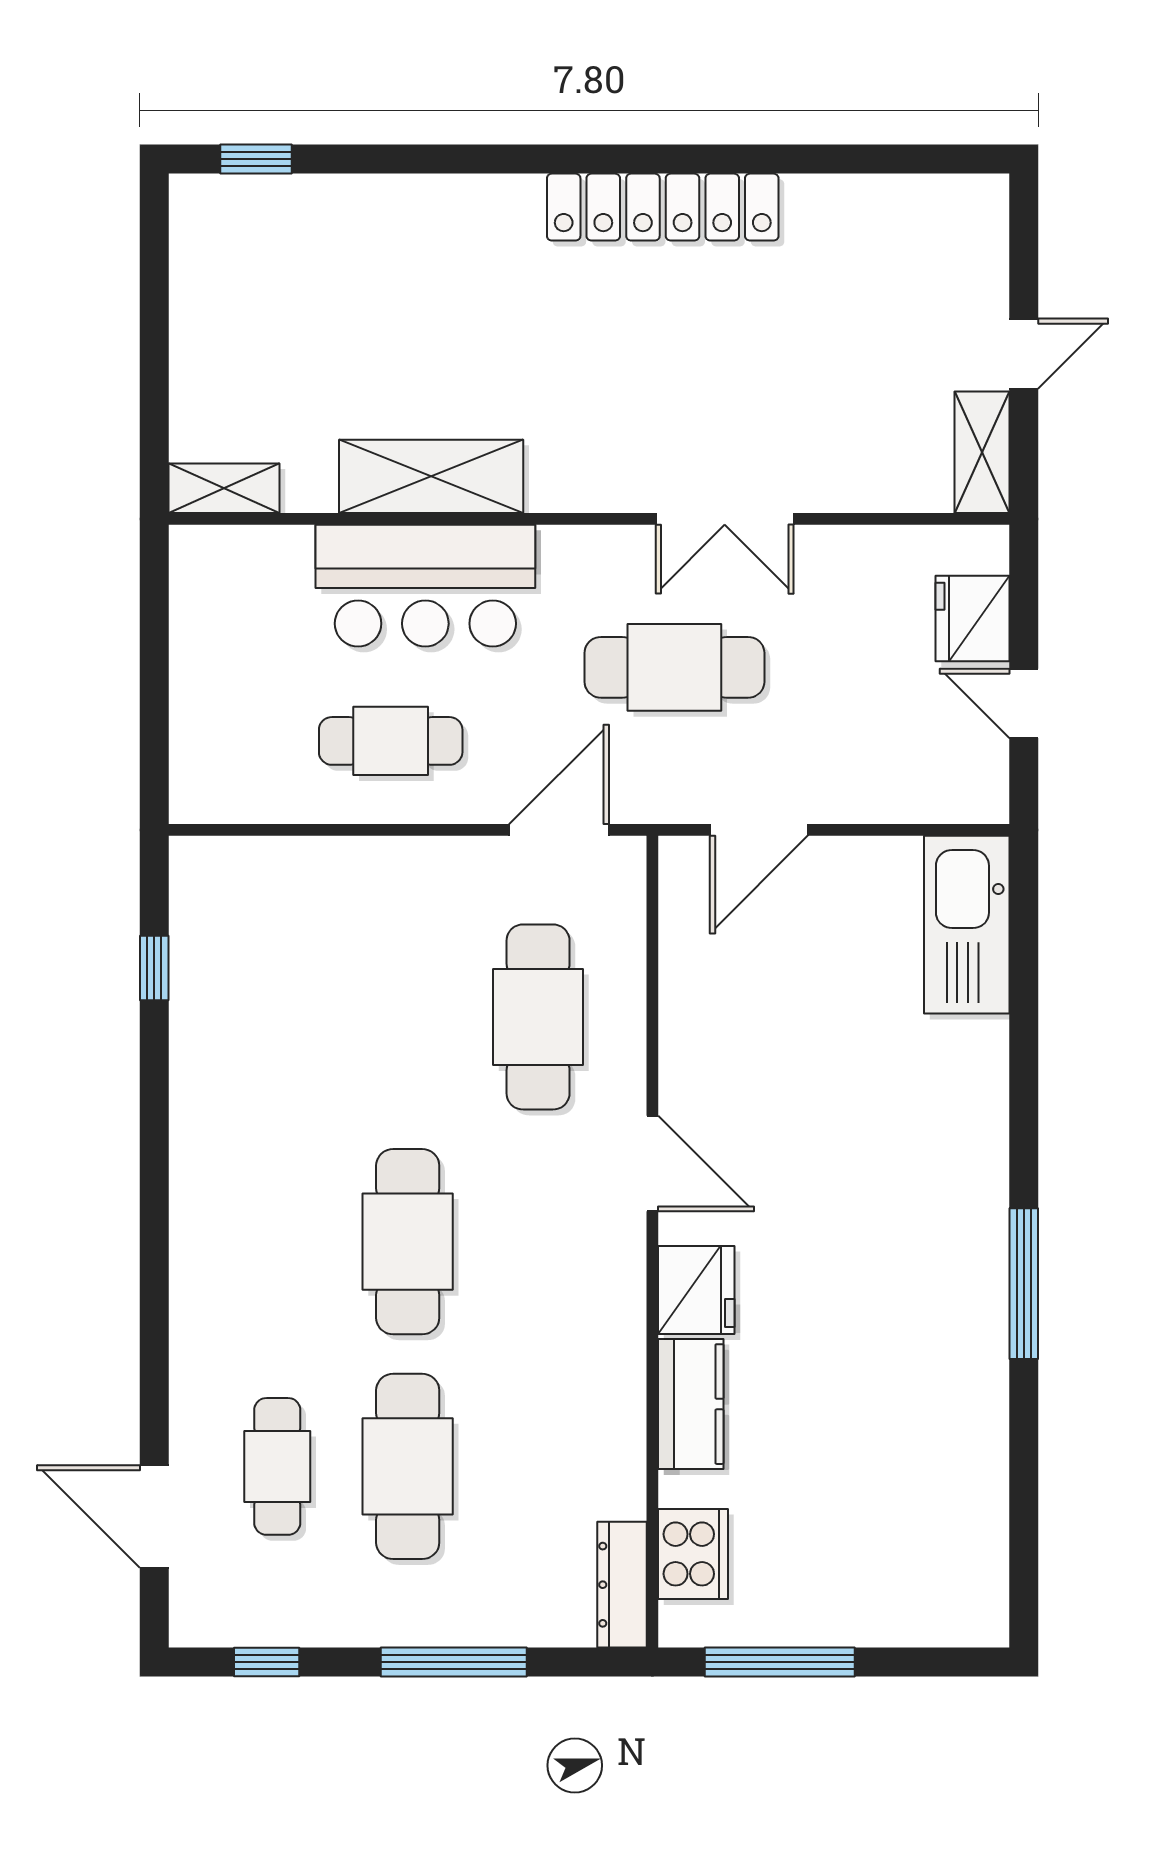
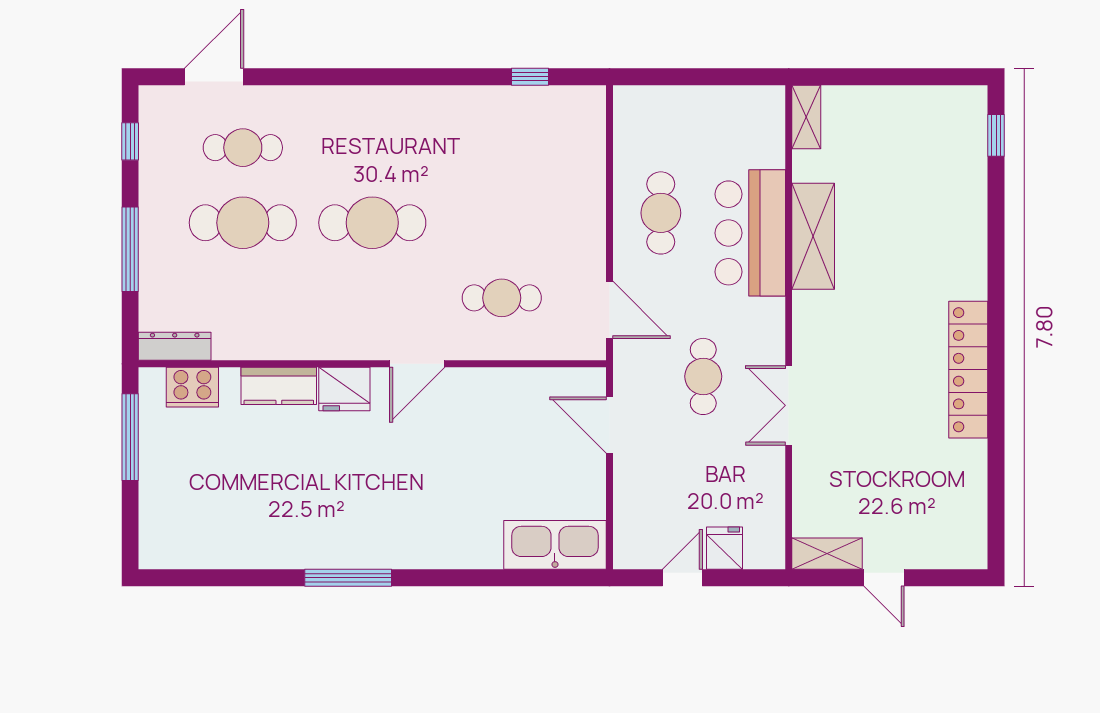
fridge: (973, 619) -> (724, 548), width x0.72
cafe table: (674, 667) -> (703, 376), width x0.73, depth x0.74
cafe table: (538, 1017) -> (502, 298), width x0.73, depth x0.74

